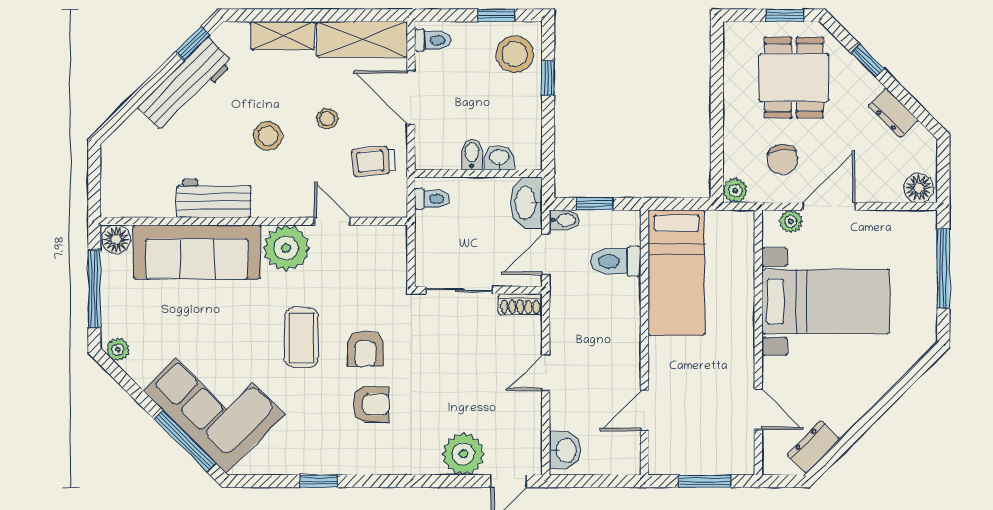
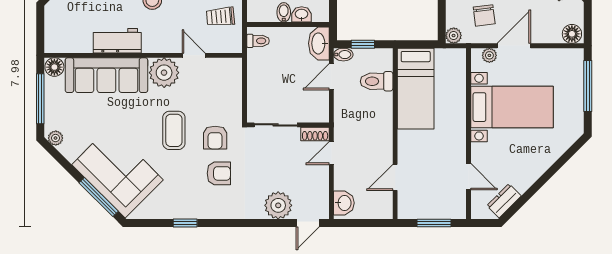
sliding door: (459, 290) -> (276, 125), moved
wall: (478, 290) -> (288, 125), moved
shoe rack: (520, 304) -> (315, 134), moved

